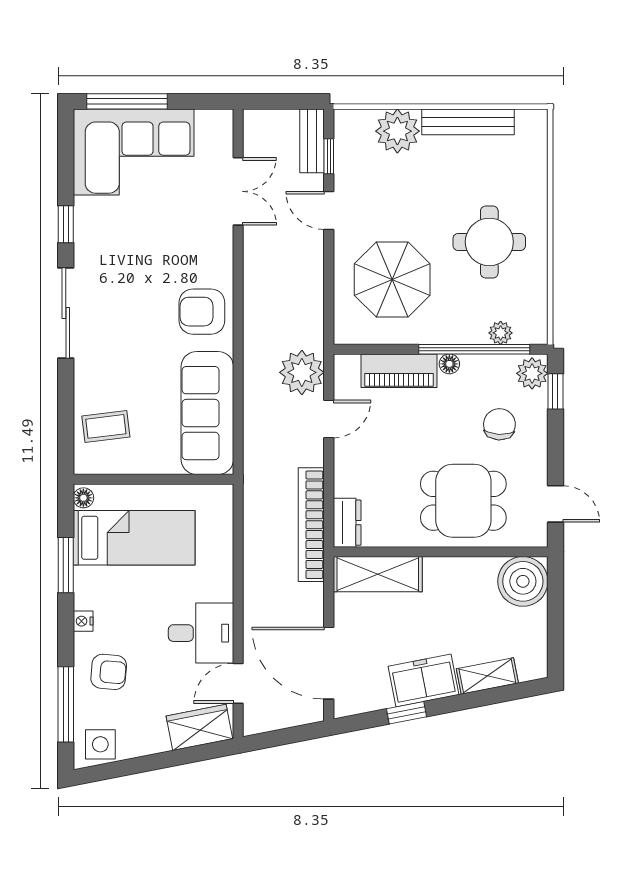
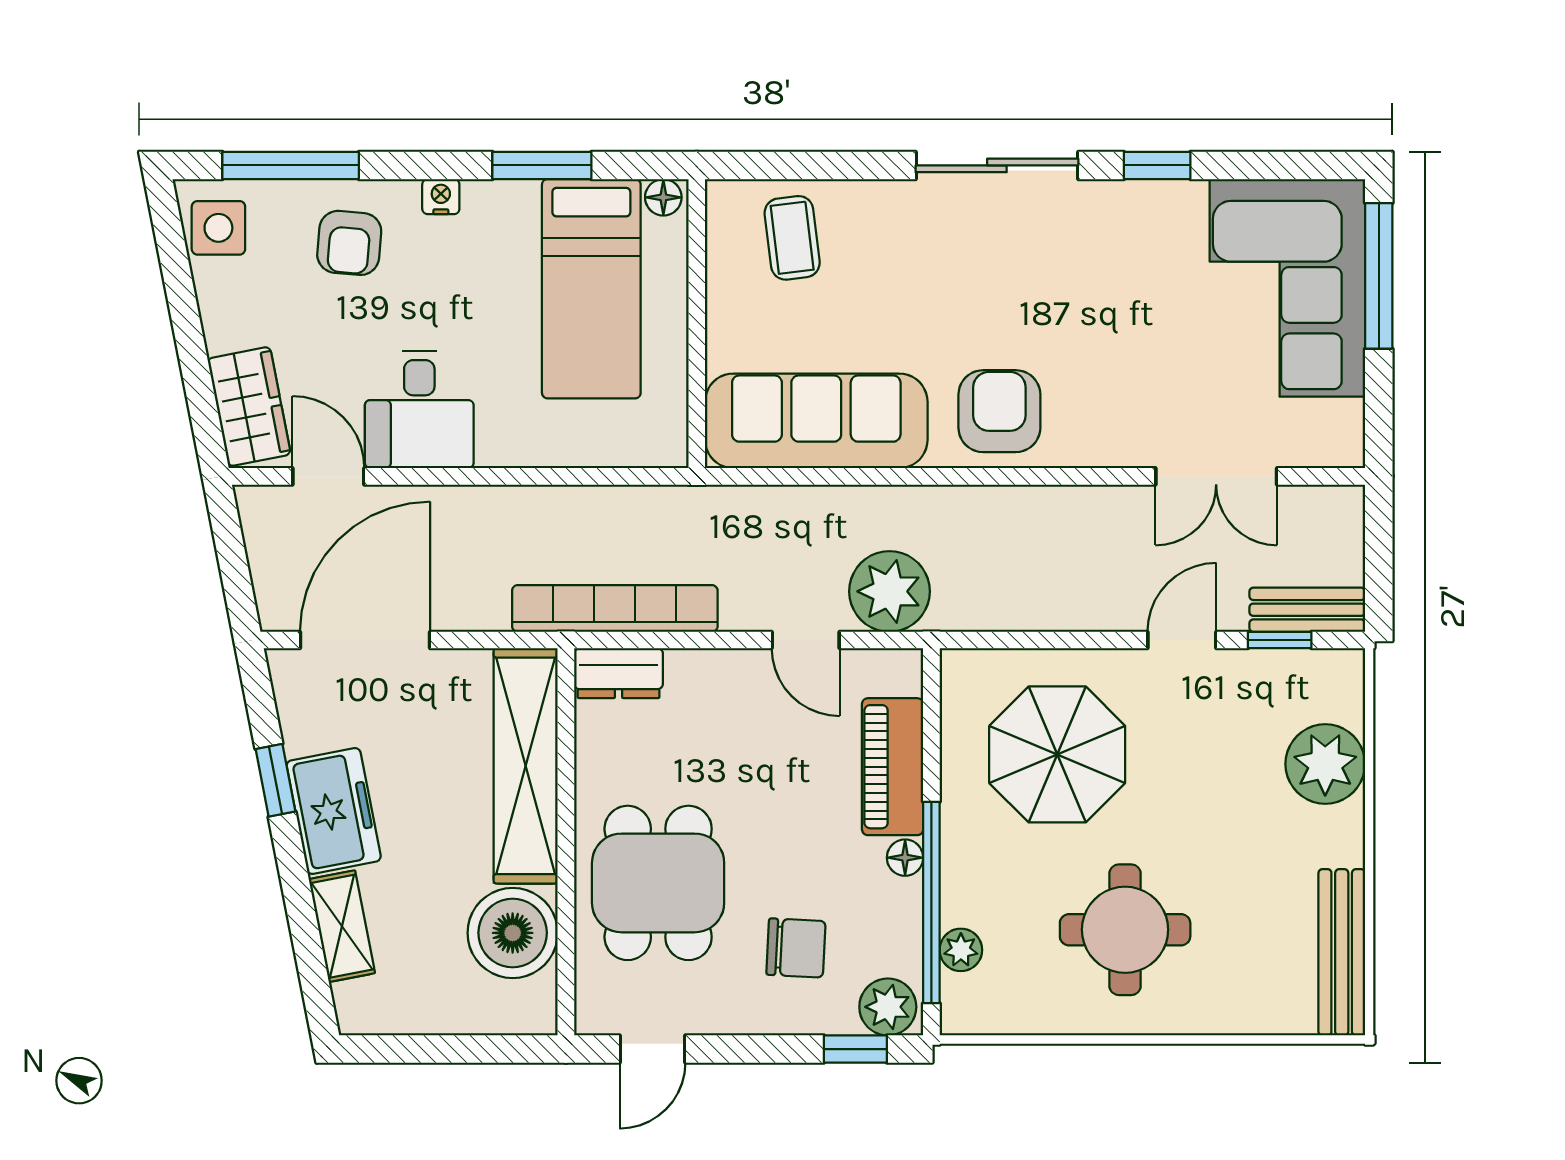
bench: (468, 122) -> (1342, 952), moved
shelving: (378, 574) -> (526, 766), width x1.47
boiler: (523, 581) -> (513, 933), moved

